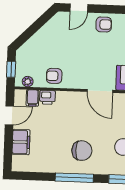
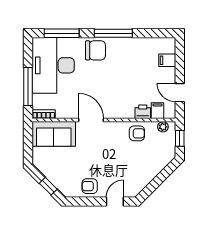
door: (9, 115) -> (180, 93), hinge flipped
filing cabinet: (21, 142) -> (167, 60), width x0.50
chair: (82, 151) -> (95, 50), moved, turned 180

